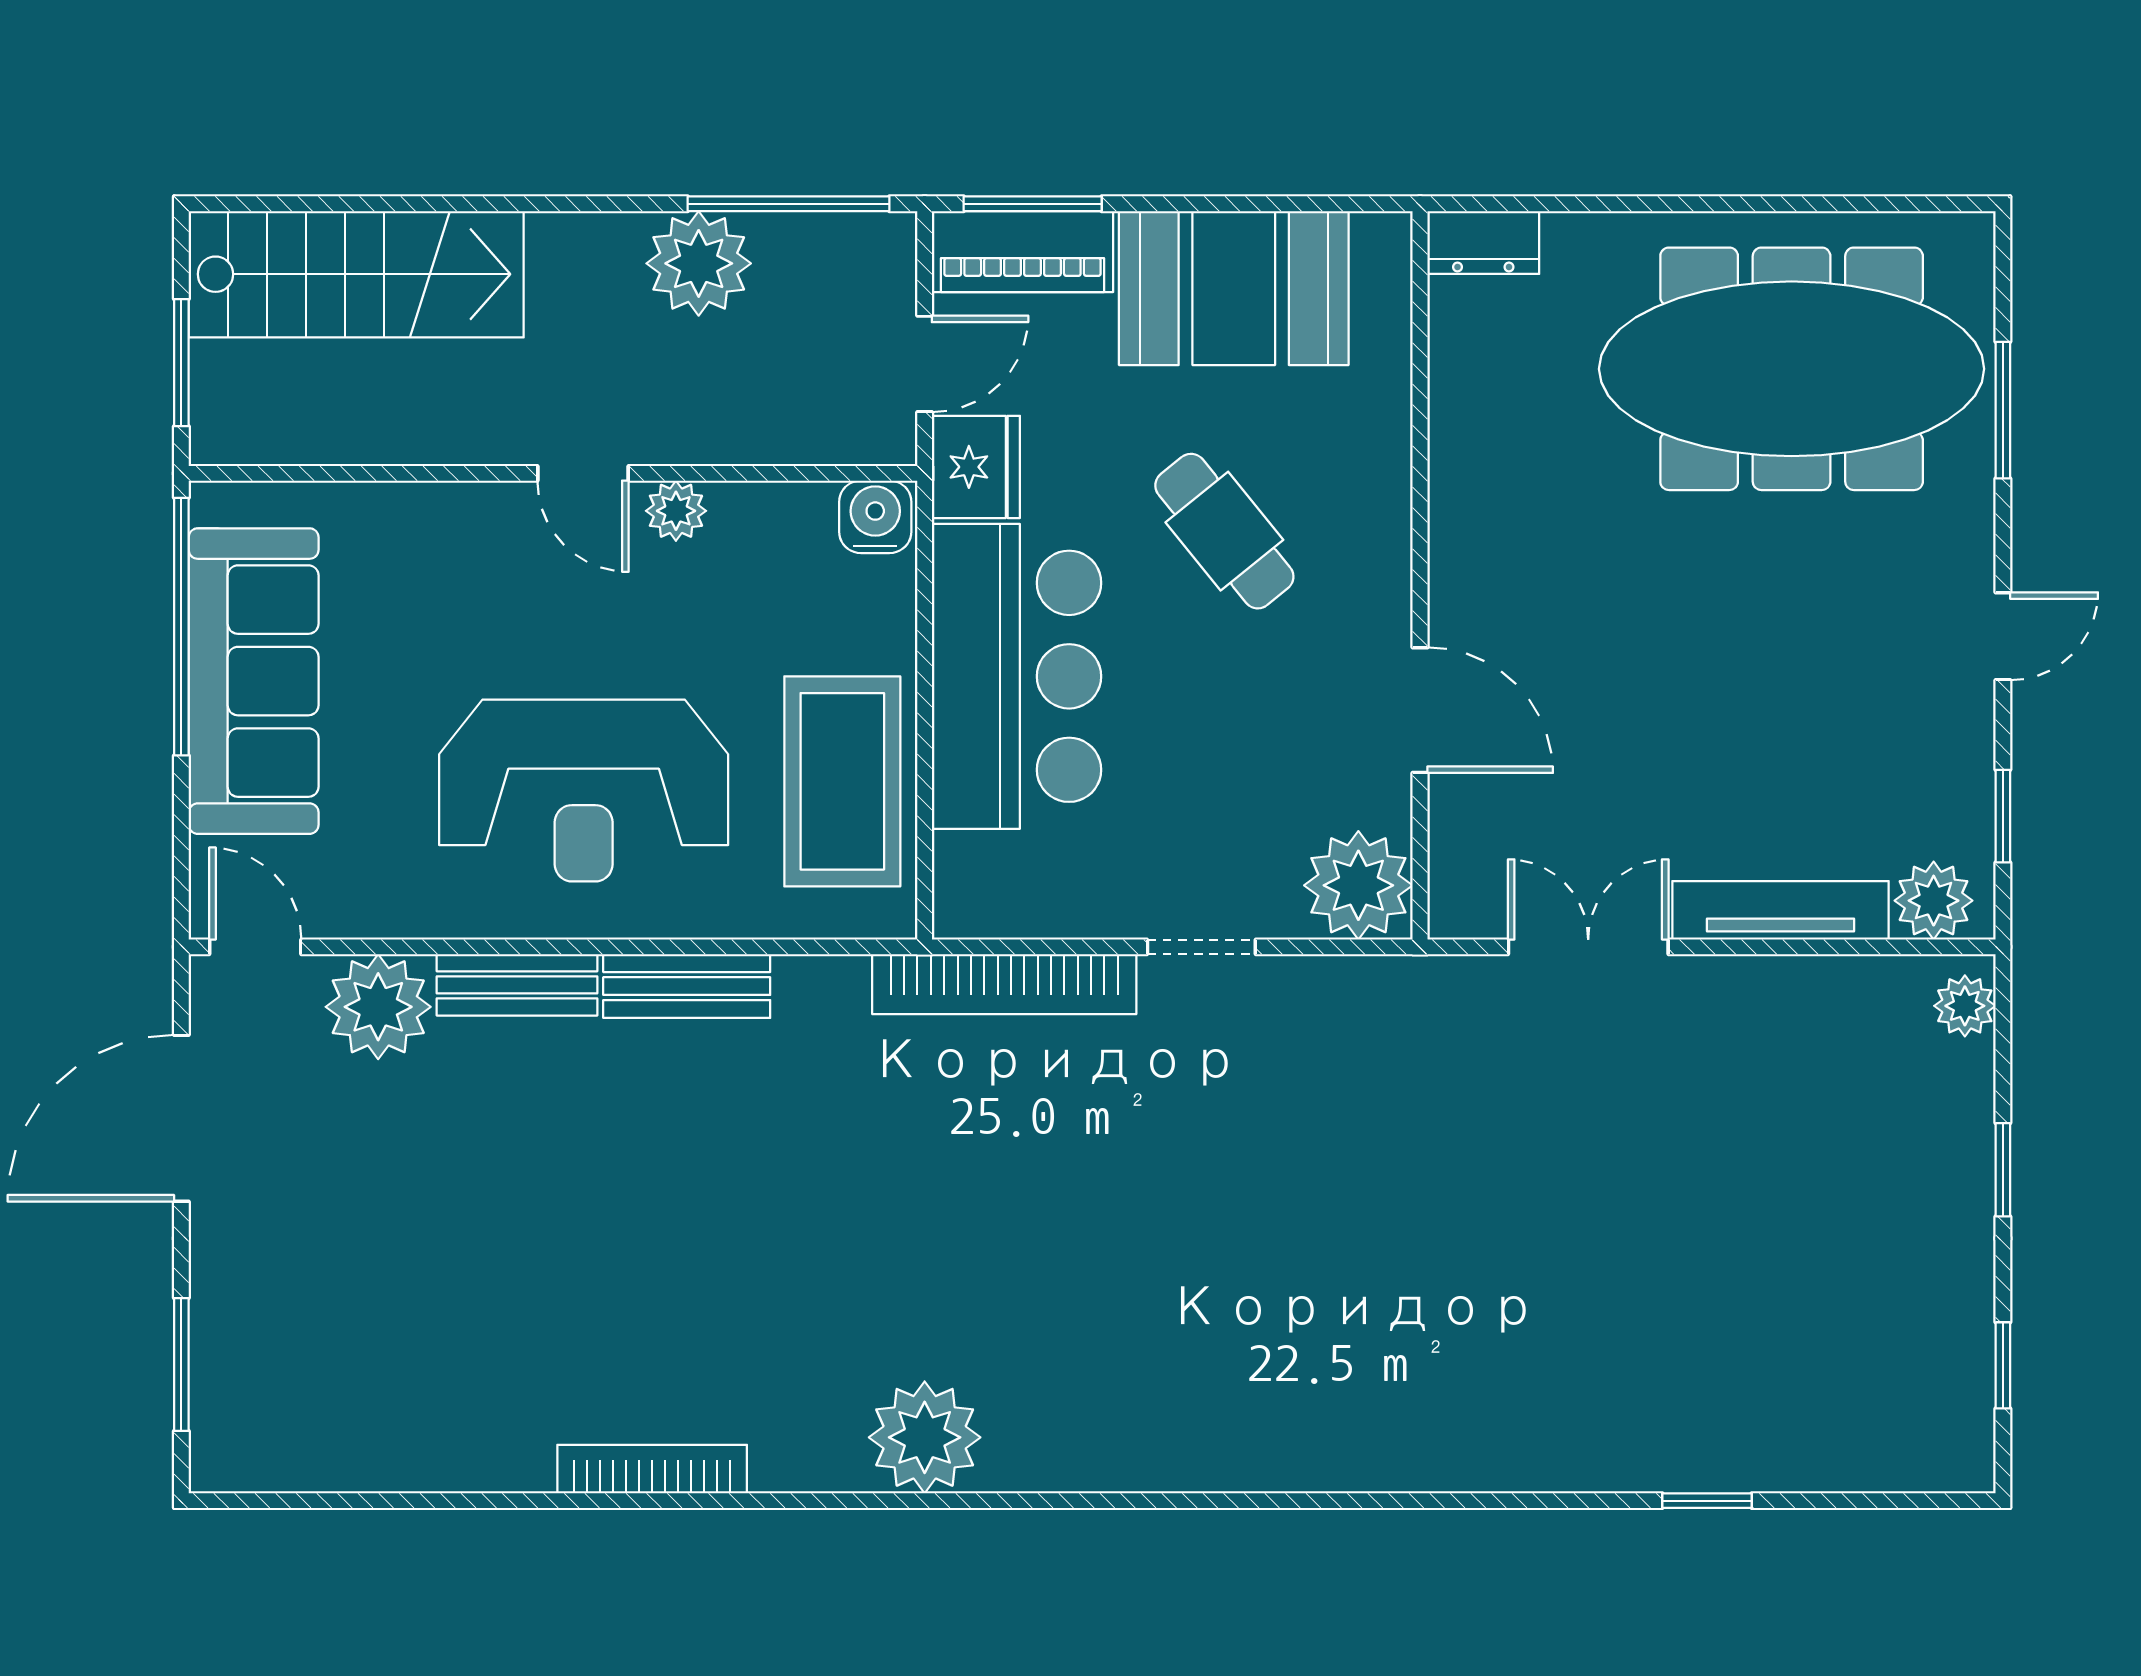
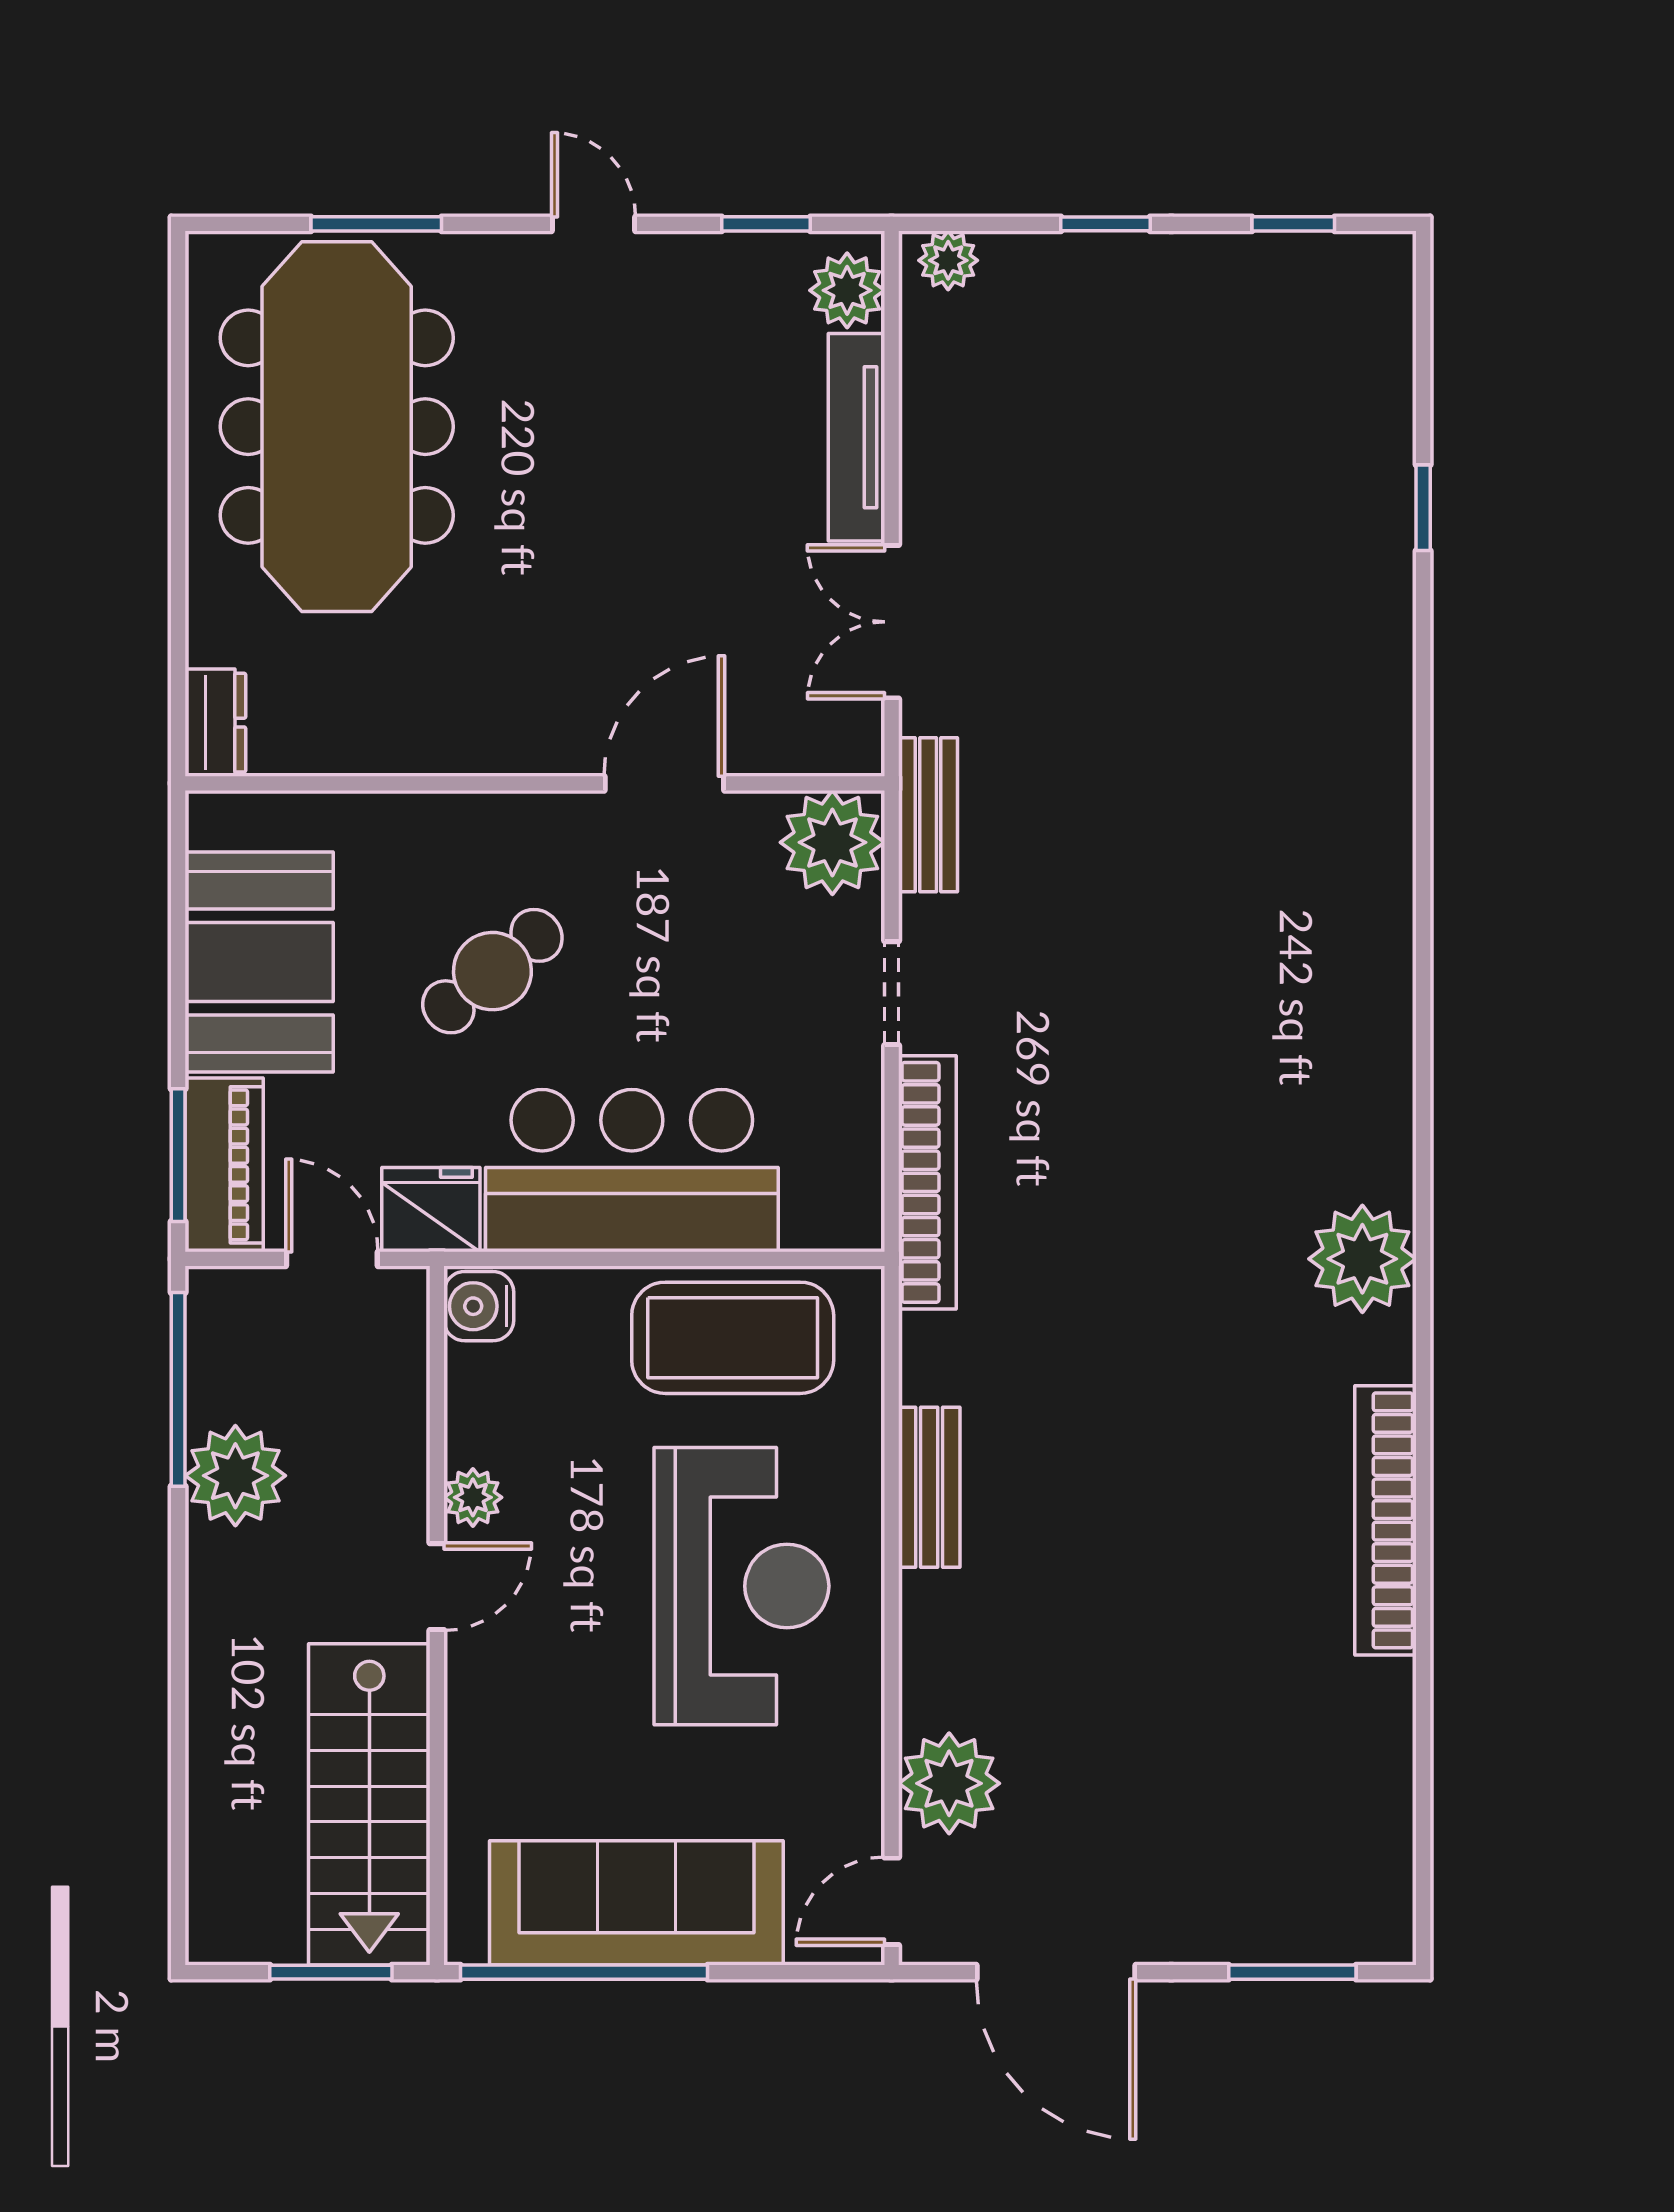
stairs: (356, 274) -> (369, 1804), moved, turned 180
bench: (517, 985) -> (928, 815), moved
bookcase: (652, 1469) -> (1385, 1520), width x1.48, depth x1.31

